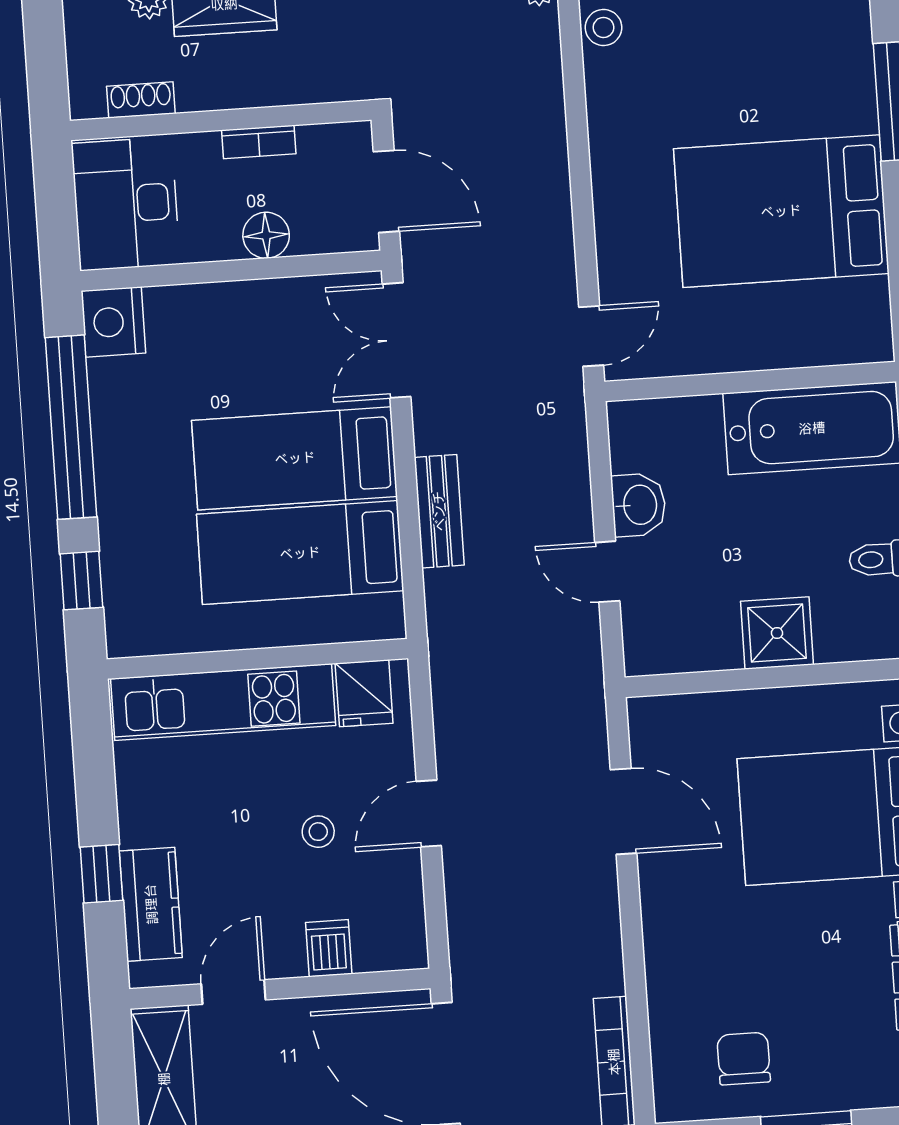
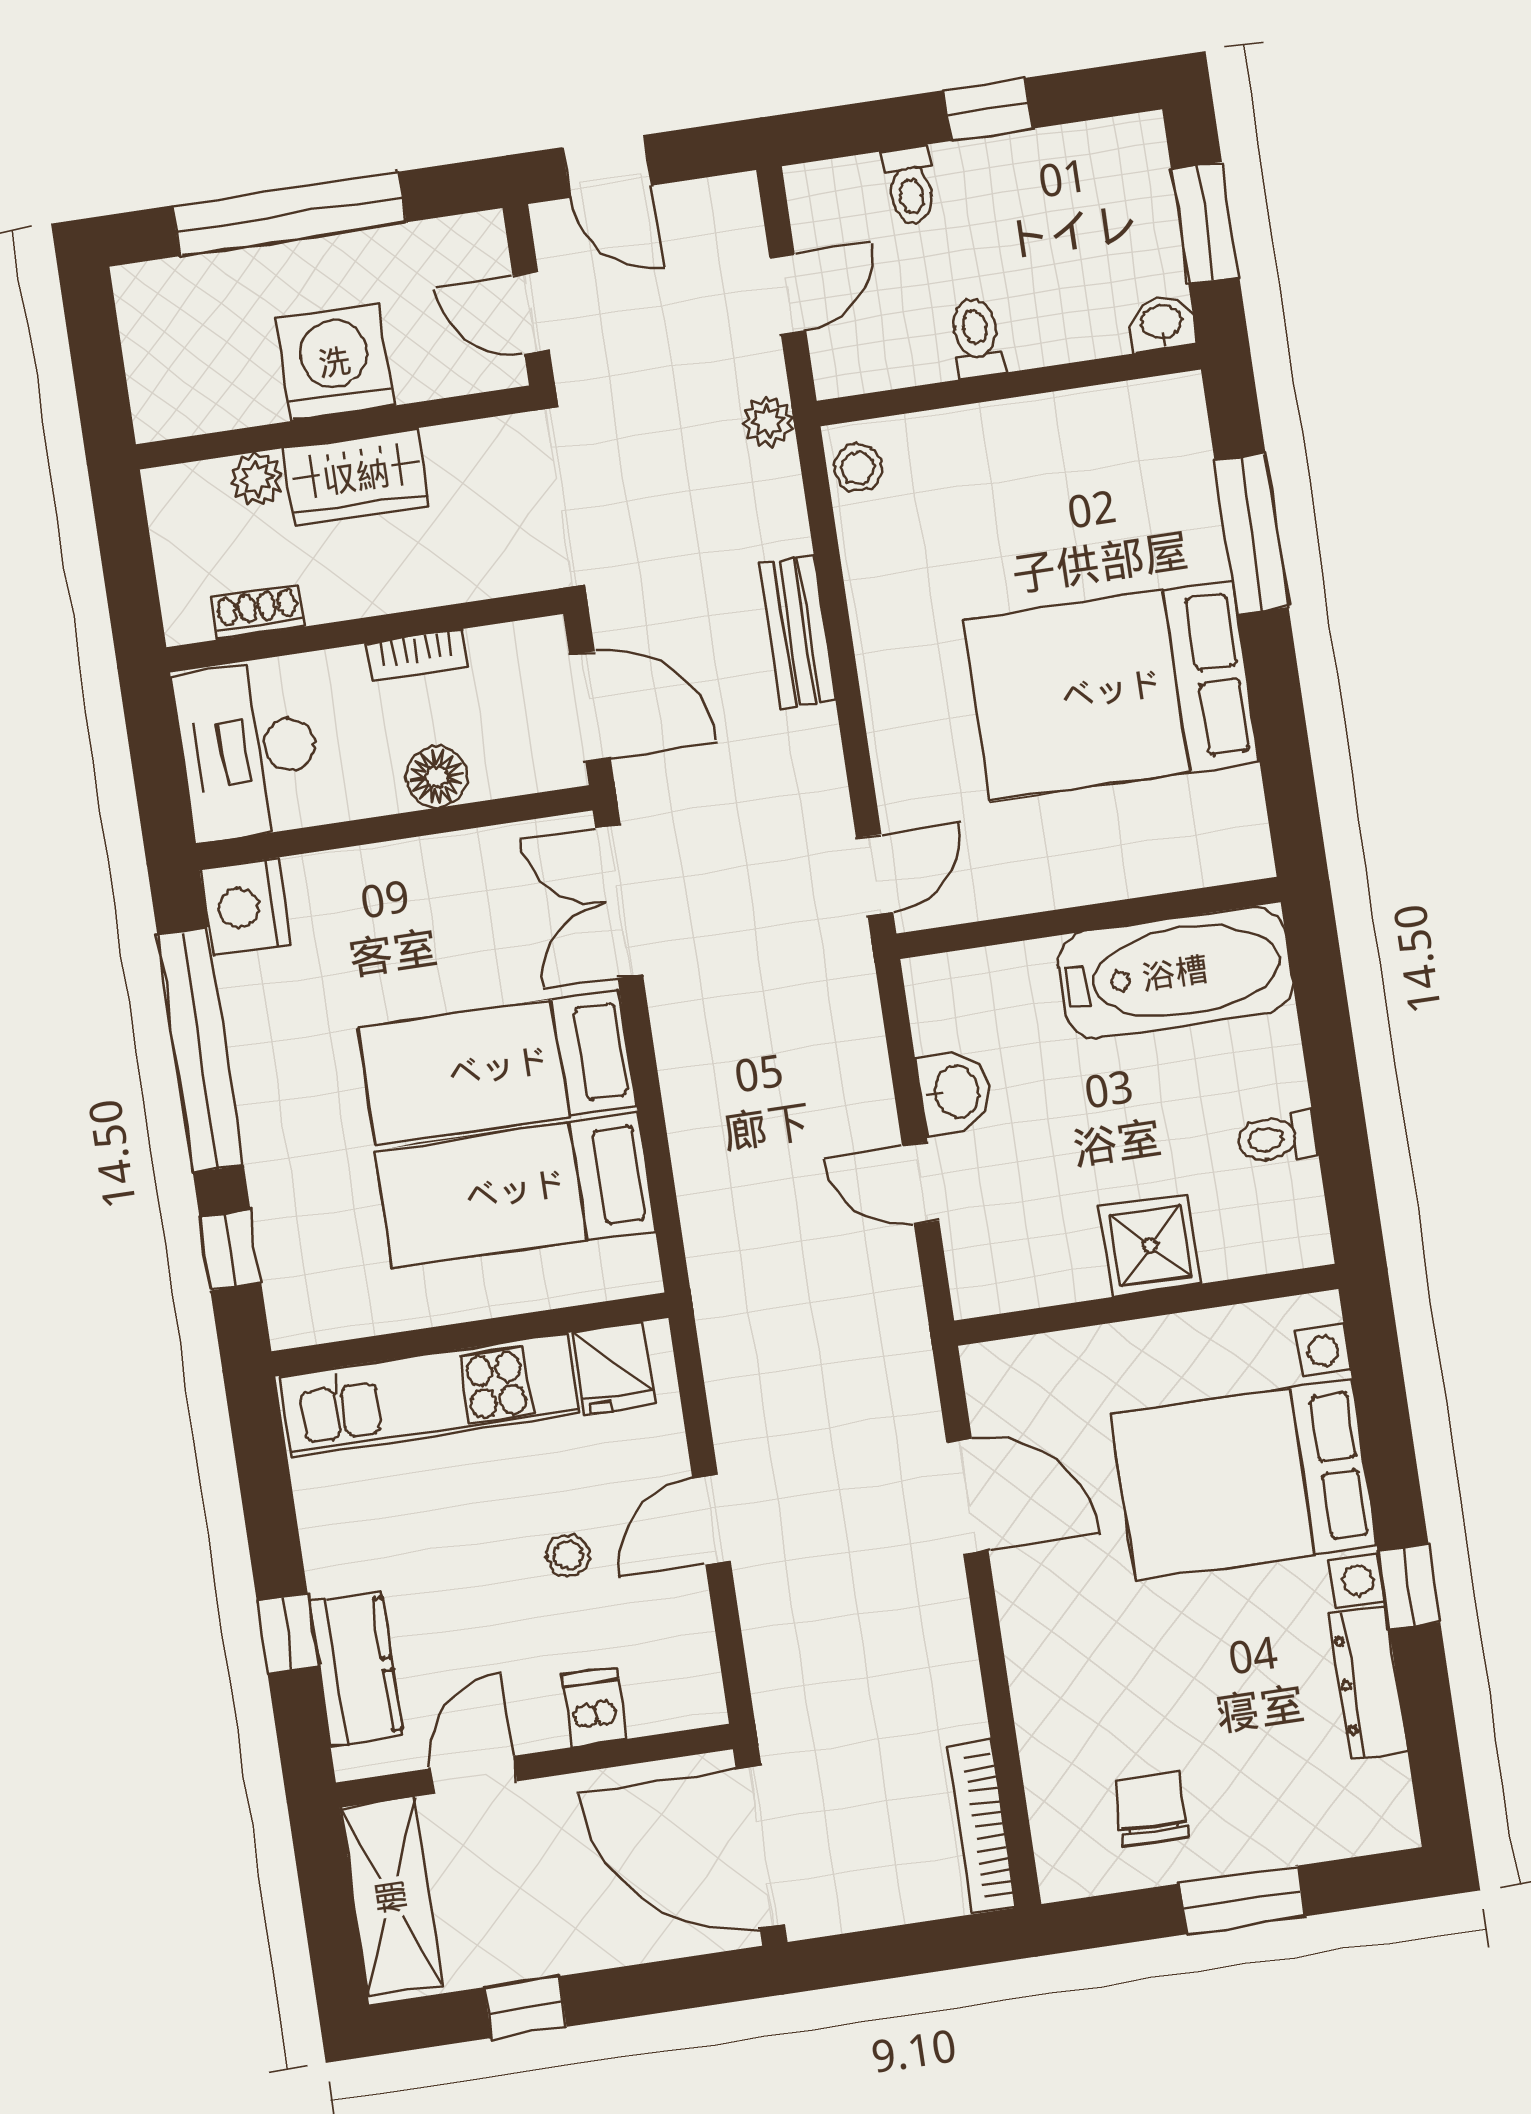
bench: (439, 511) -> (797, 632), moved

